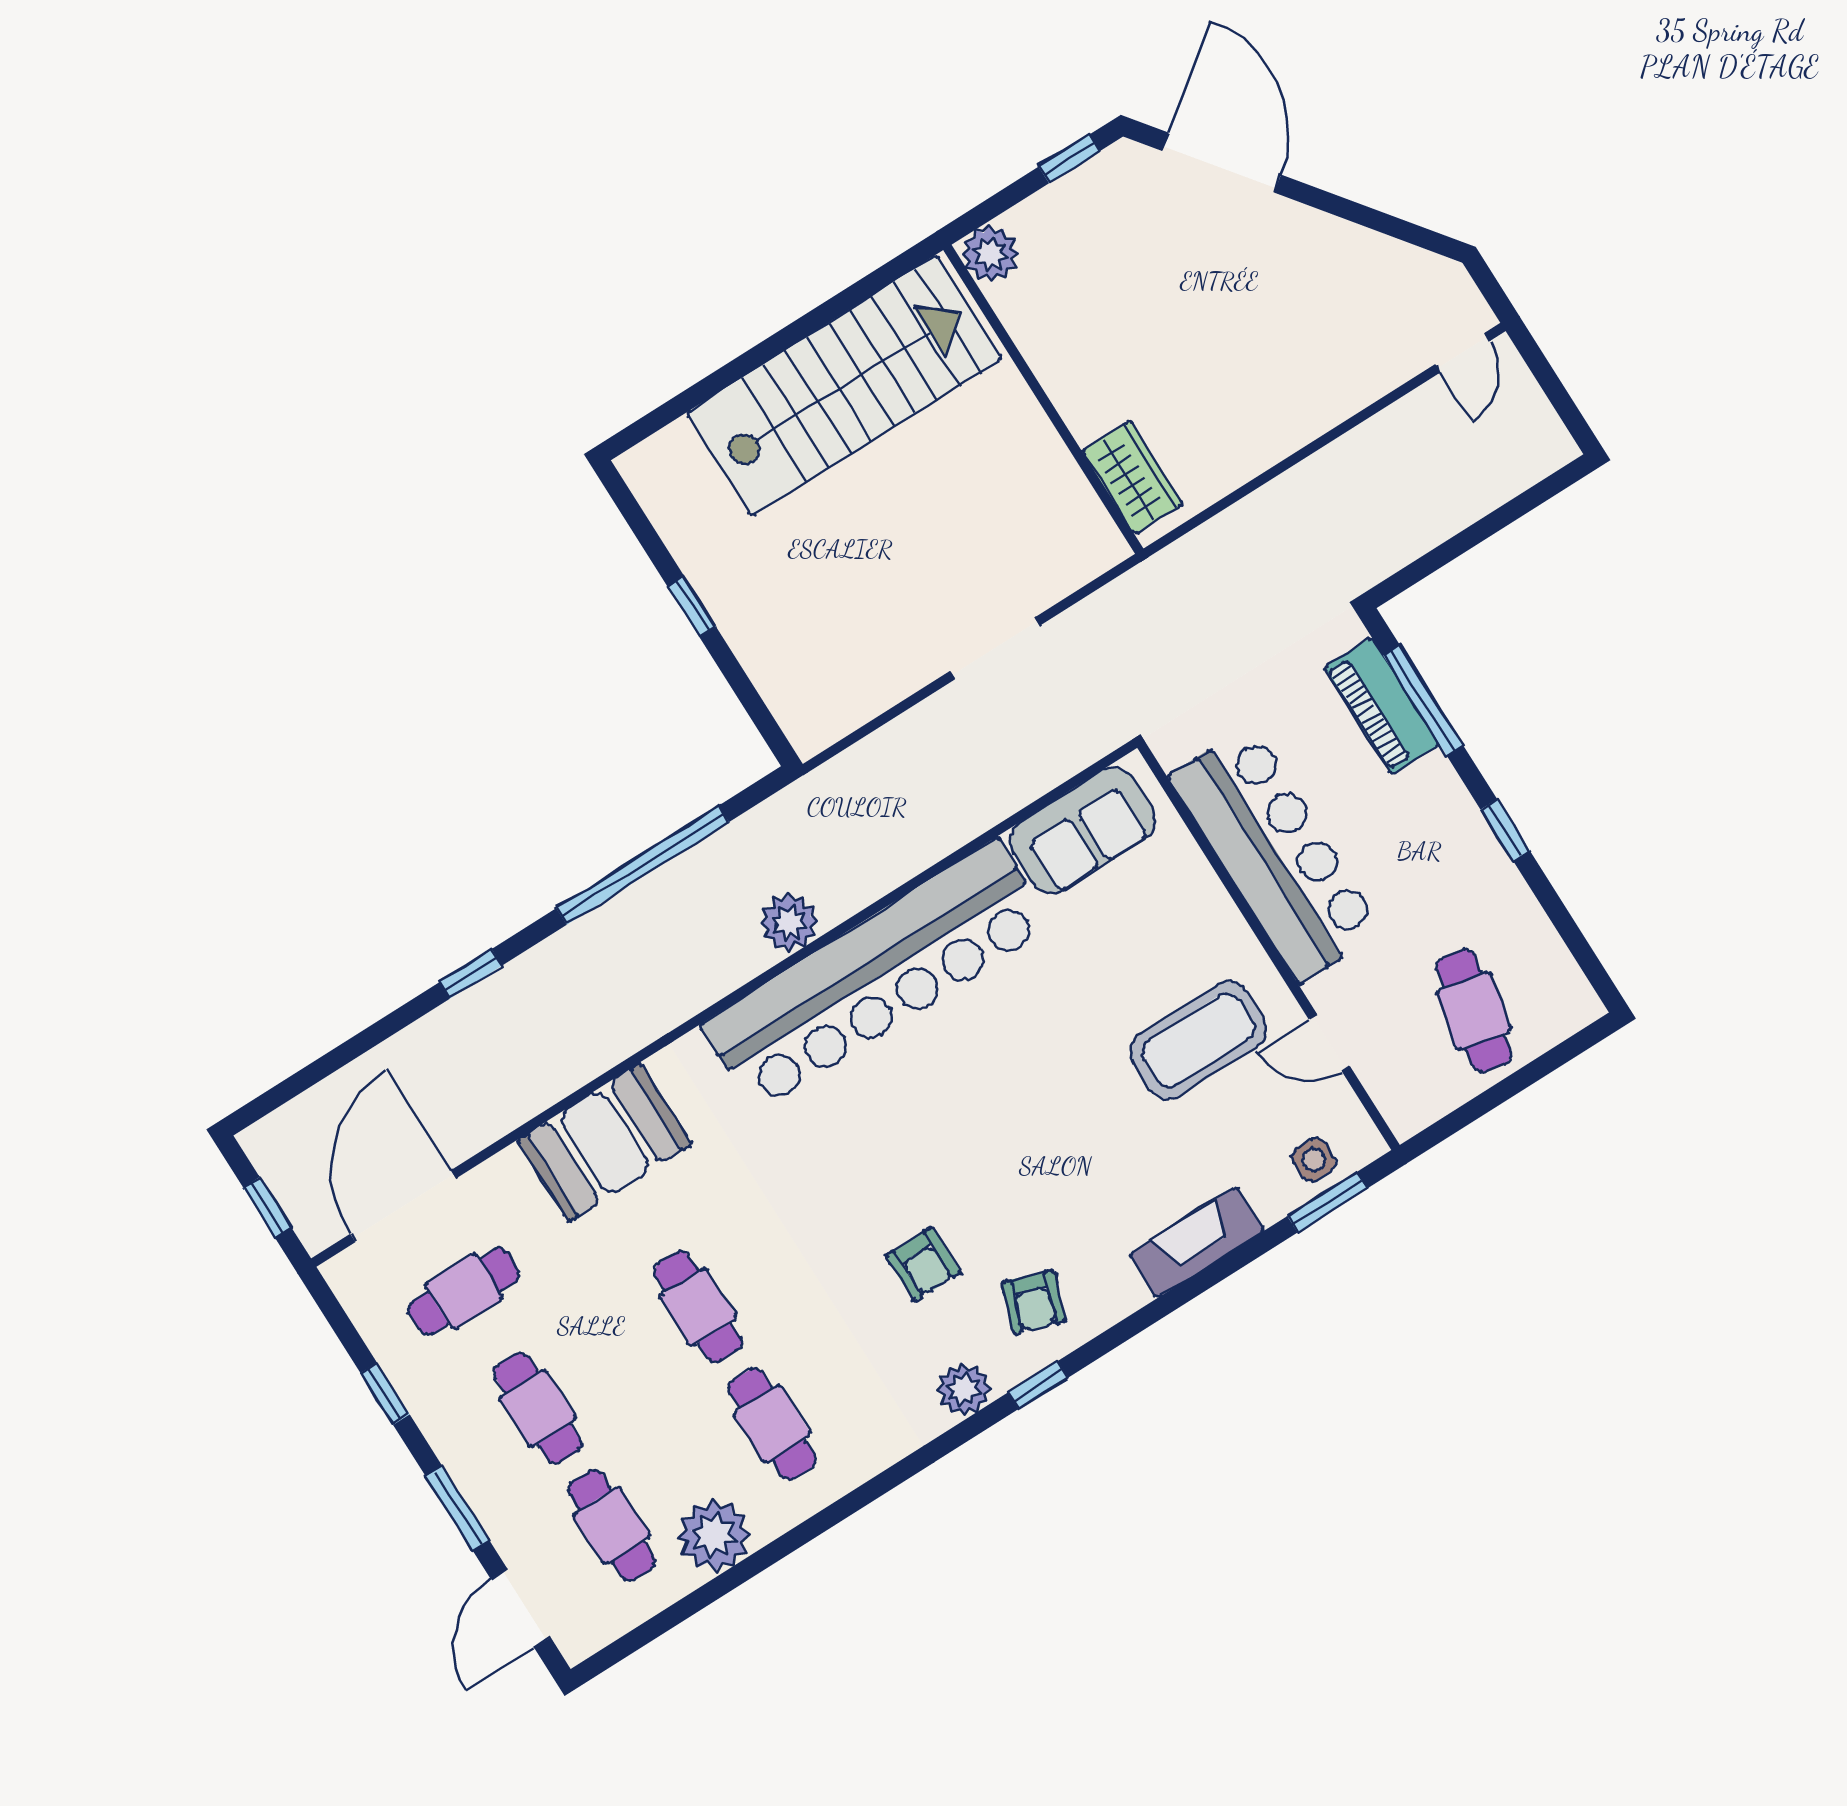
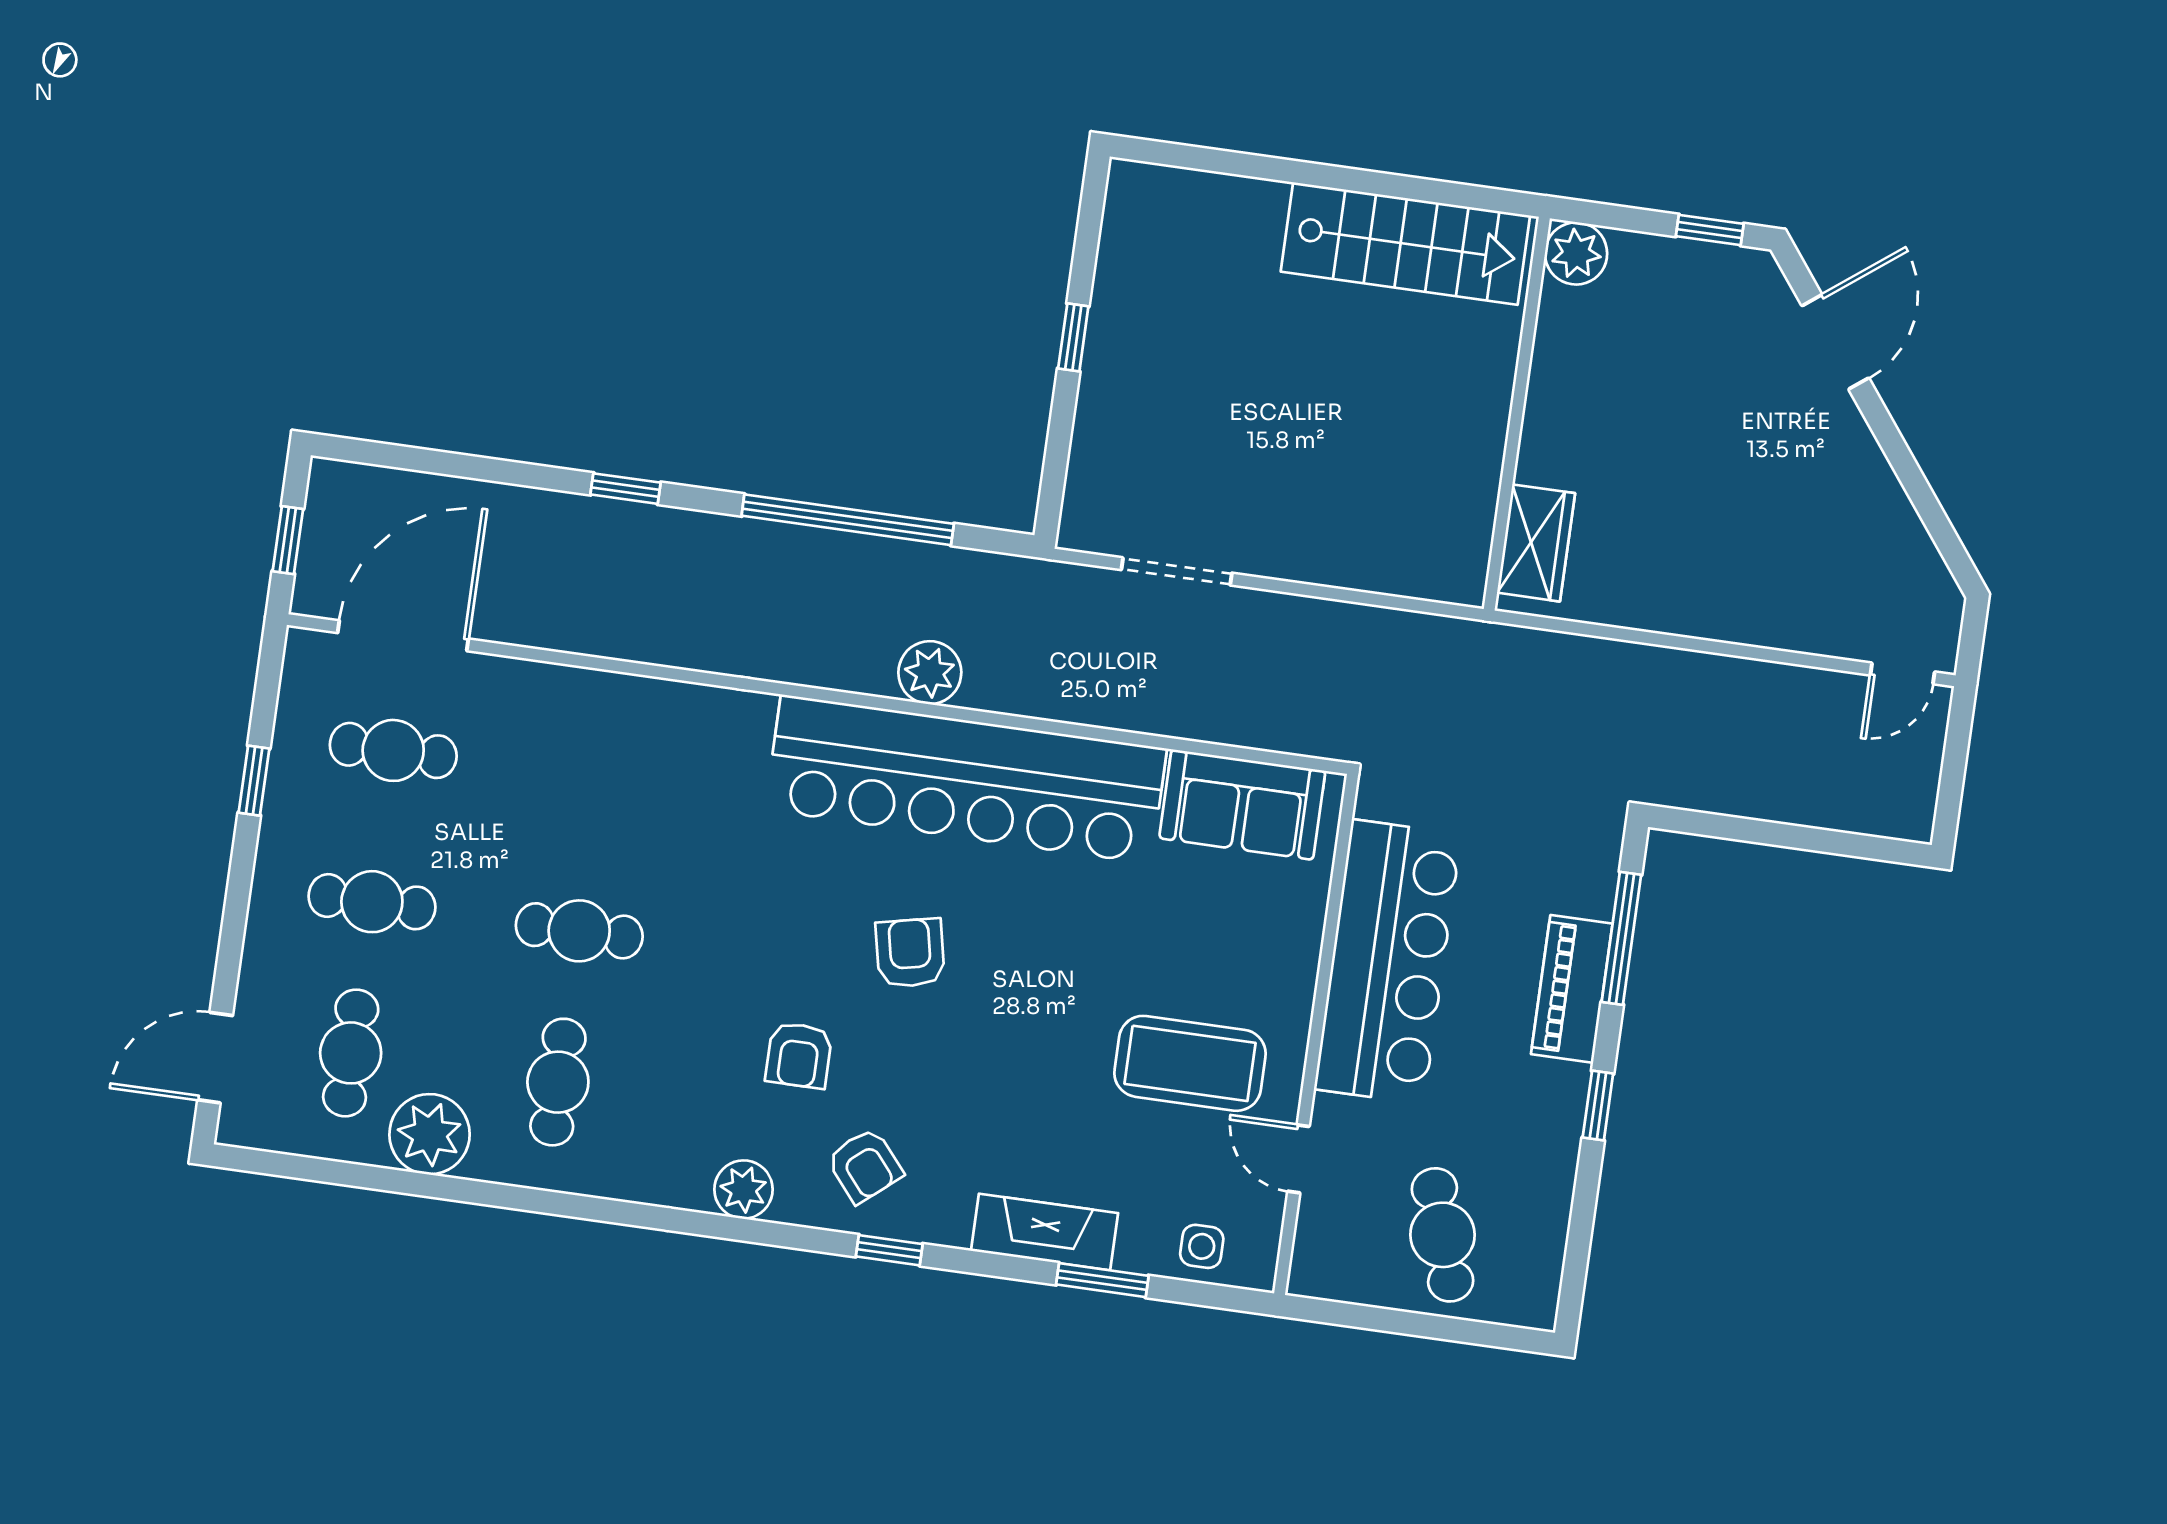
door: (1222, 163) -> (1835, 342), width x0.73
stairs: (844, 386) -> (1405, 244), width x0.73, depth x0.66
doorway: (995, 648) -> (1177, 571), moved
piano: (1382, 706) -> (1572, 989), moved
cafe table: (1474, 1011) -> (1443, 1235), turned -30
armchair: (940, 1128) -> (910, 953), added
booth: (605, 1142) -> (618, 726), removed
window: (1327, 1202) -> (1102, 1280), moved
armchair: (1033, 1302) -> (865, 1166), turned -59
cafe table: (698, 1307) -> (579, 931), turned 90
window: (1038, 1385) -> (889, 1250), moved
cafe table: (538, 1408) -> (372, 902), turned 90
window: (457, 1508) -> (233, 928), removed

